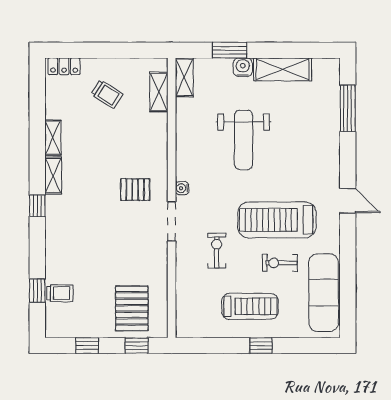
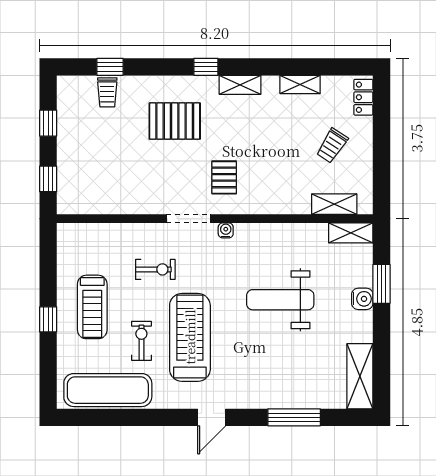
shelving: (283, 69) -> (360, 376), moved
window: (348, 108) -> (294, 417), moved
shelving: (53, 138) -> (300, 84), moved
pallet: (132, 308) -> (175, 121), moved

